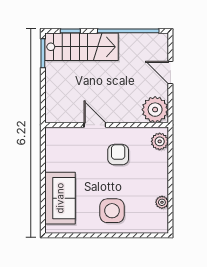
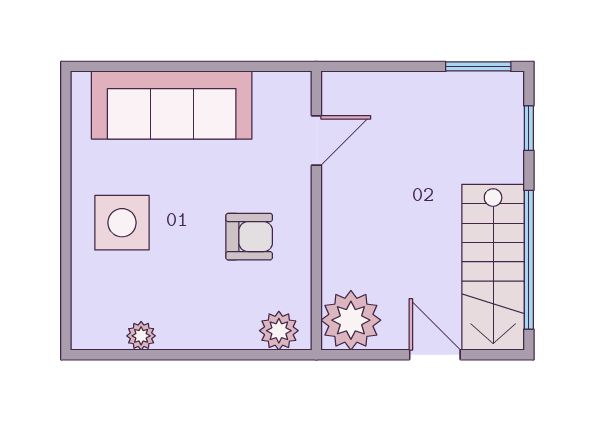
stairs: (82, 47) -> (493, 267), moved
door: (170, 72) -> (435, 355), hinge flipped
door: (95, 125) -> (316, 140), moved
sofa: (60, 198) -> (172, 105), width x1.36

